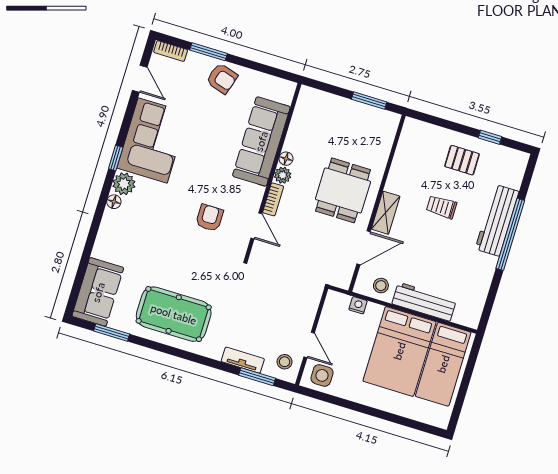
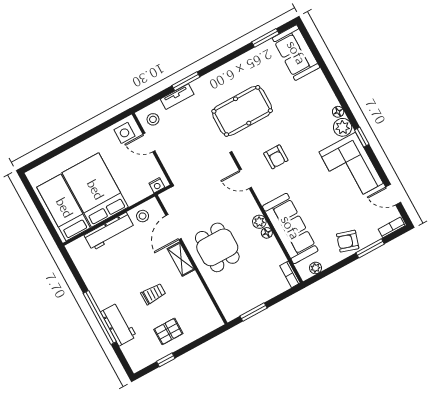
plant: (275, 84) -> (316, 268), added
bookcase: (273, 199) -> (290, 274), moved
workbench: (497, 220) -> (118, 324), width x0.73
nightstand: (358, 305) -> (157, 185), moved
pool table: (174, 314) -> (242, 111), moved
window: (257, 377) -> (186, 81), moved

